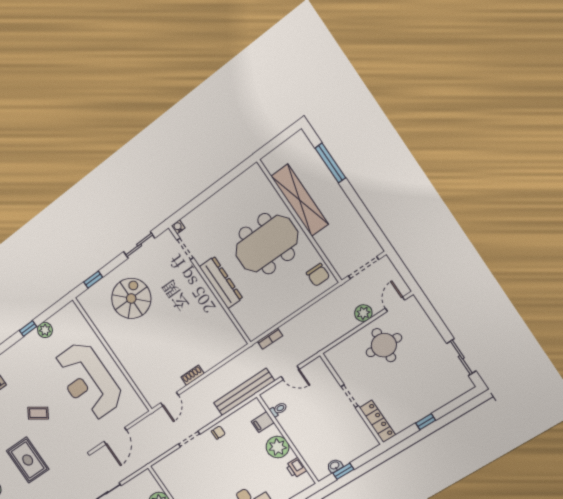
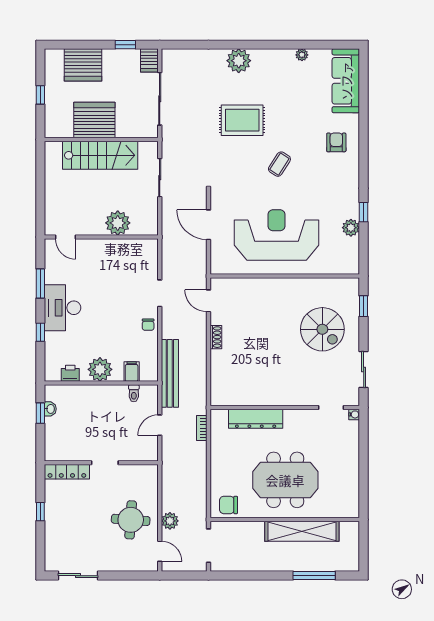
meeting table: (267, 244) -> (285, 480), turned 90
dresser: (221, 283) -> (256, 419), moved

